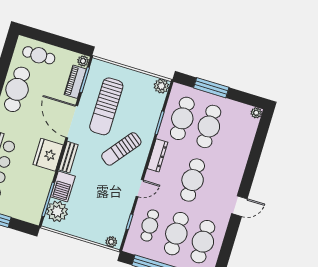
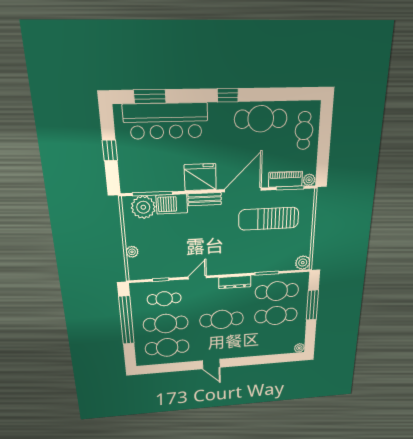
sun lounger: (121, 149) -> (230, 248), removed
door: (140, 188) -> (197, 277), swing flipped
plant: (111, 242) -> (132, 252), moved

